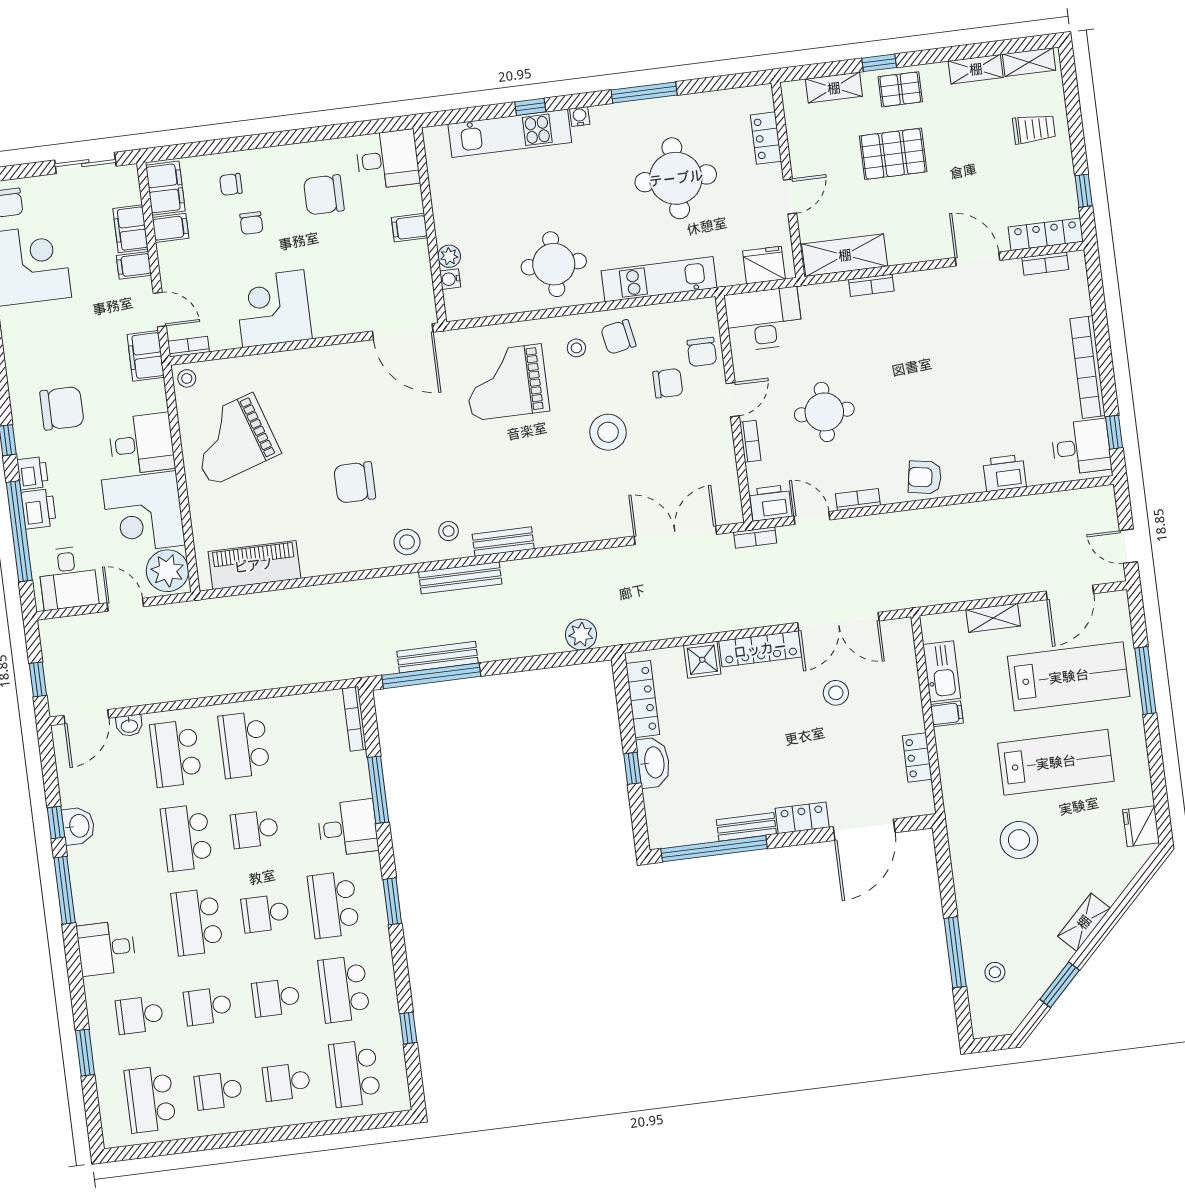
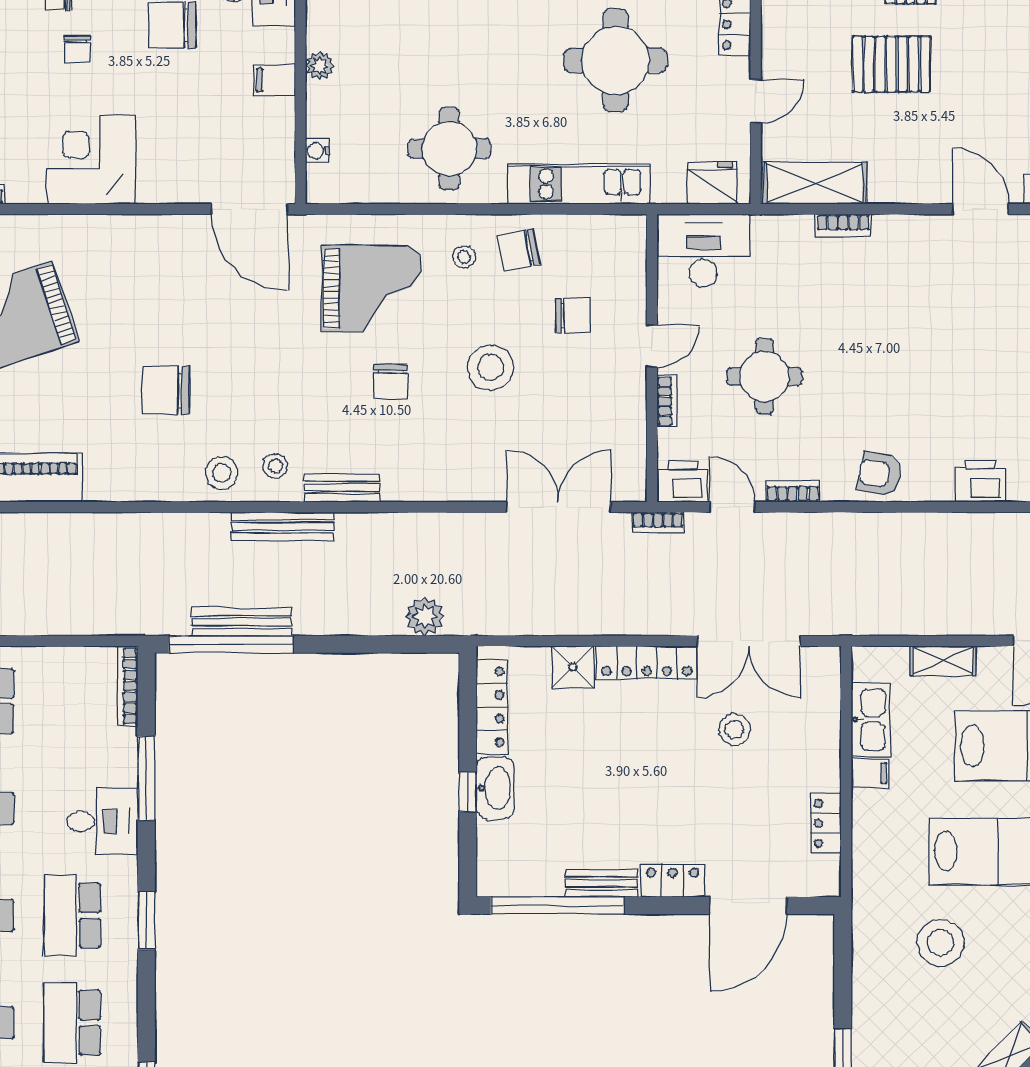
plant: (449, 256) -> (320, 65), moved
chair: (702, 352) -> (391, 381), moved
grand piano: (506, 382) -> (371, 289), turned 180

